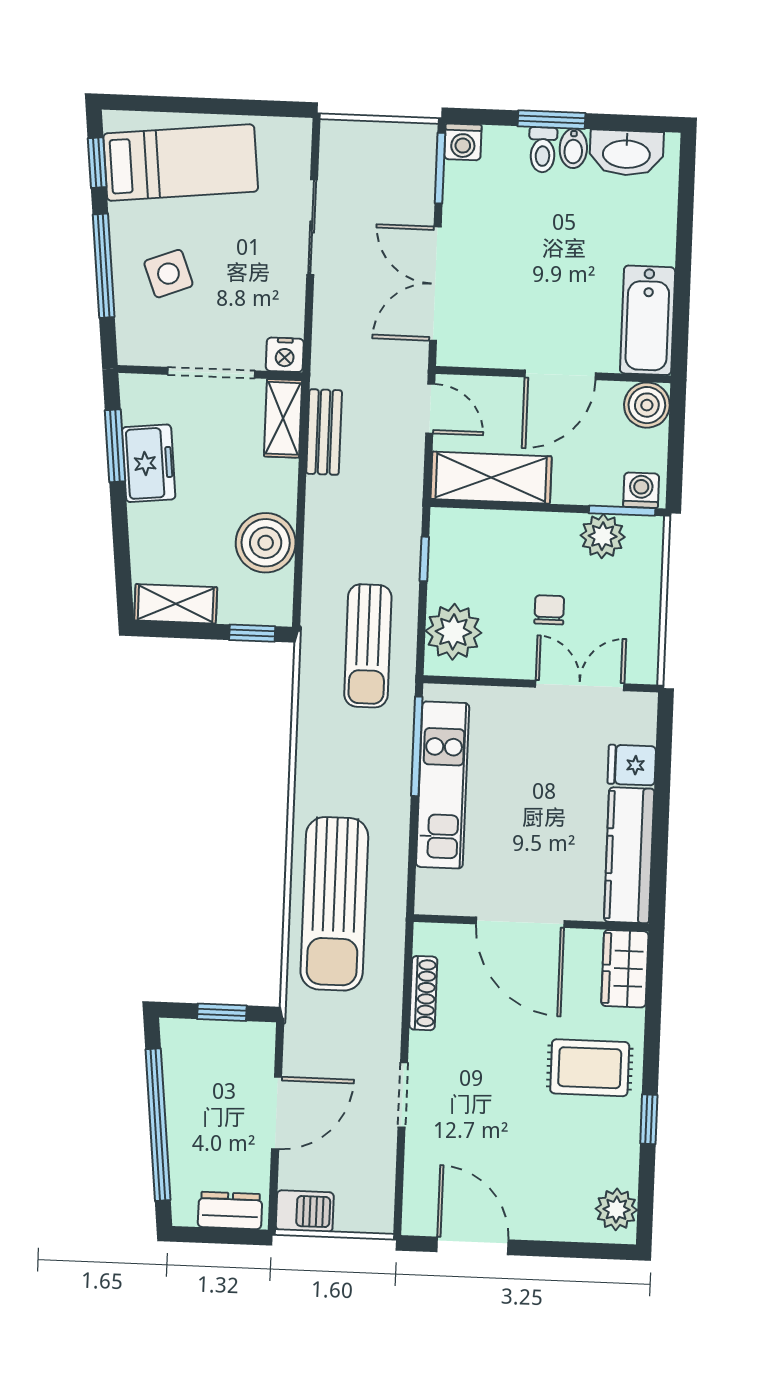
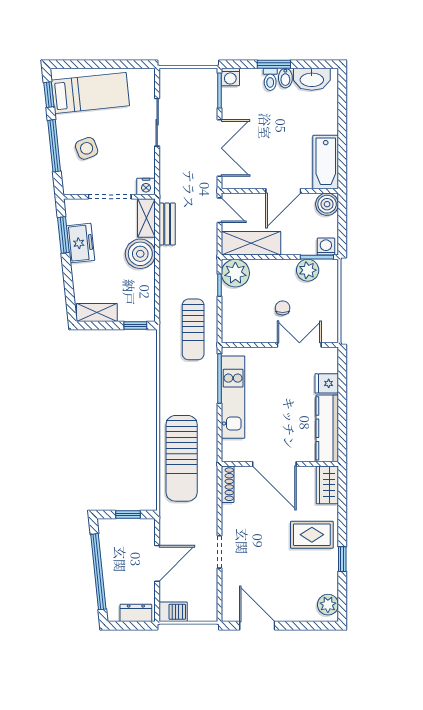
double door: (435, 284) -> (219, 148), swing flipped
boiler: (266, 543) -> (140, 254), moved
plant: (453, 632) -> (235, 273), moved
shoe rack: (423, 993) -> (228, 484), moved

